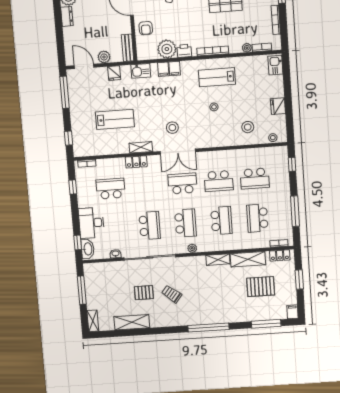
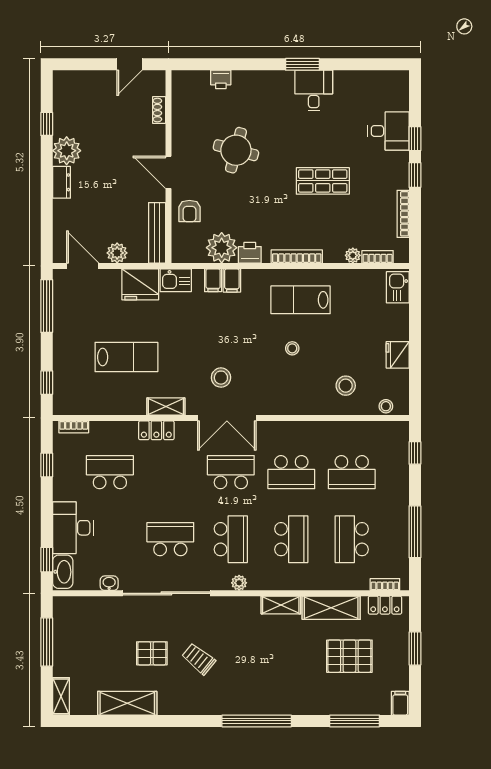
bench: (128, 48) -> (157, 233), width x1.36
fridge: (114, 73) -> (140, 284), width x1.88, depth x1.34
school desk: (150, 226) -> (170, 539), turned -90

